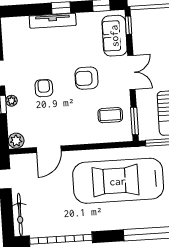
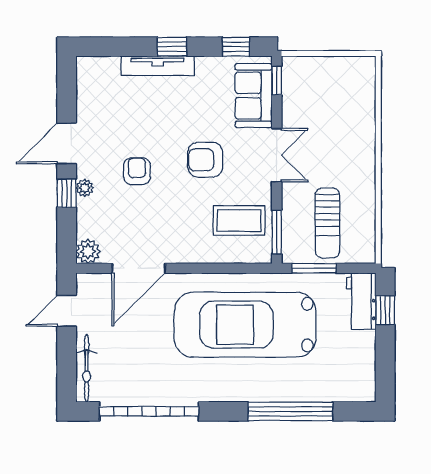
coffee table: (110, 115) -> (239, 221), width x1.36, depth x1.30
door: (49, 149) -> (139, 268), width x1.36

